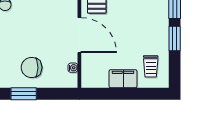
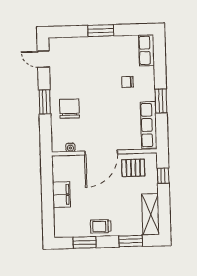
window: (175, 38) -> (84, 242), moved
trolley: (151, 66) -> (101, 226), moved

